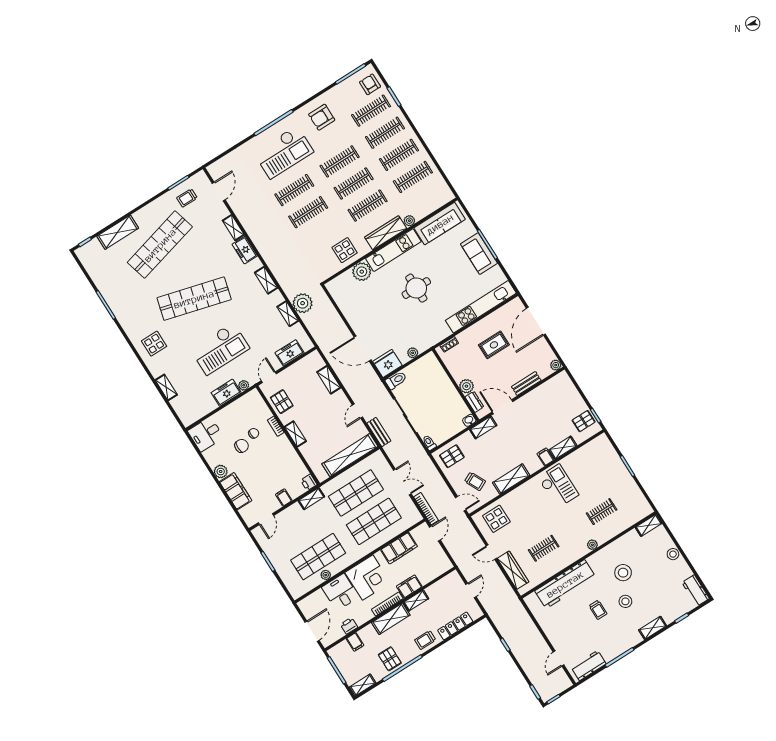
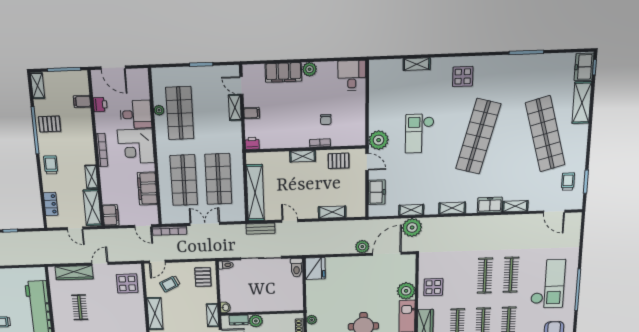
checkout: (284, 152) -> (548, 284), turned 180
plant: (344, 335) -> (362, 247), added
checkout: (220, 349) -> (420, 133), width x0.73, depth x0.83
door: (363, 349) -> (387, 254), moved
plant: (413, 353) -> (312, 320), moved
plant: (244, 385) -> (379, 140), width x1.88, depth x1.88
freezer: (226, 393) -> (584, 67), moved, turned 180
chair: (242, 446) -> (321, 102), removed
double door: (402, 482) -> (205, 224), swing flipped
shelving: (311, 499) -> (235, 107), moved
filing cabinet: (409, 586) -> (111, 215), moved
shelving: (391, 619) -> (92, 208), moved
locker: (455, 626) -> (51, 204), width x0.66

